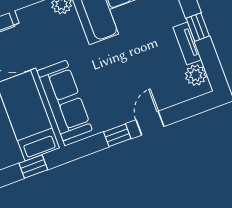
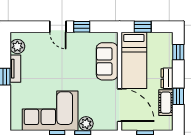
sofa: (64, 101) -> (107, 61), width x0.73
door: (150, 123) -> (58, 27), hinge flipped

